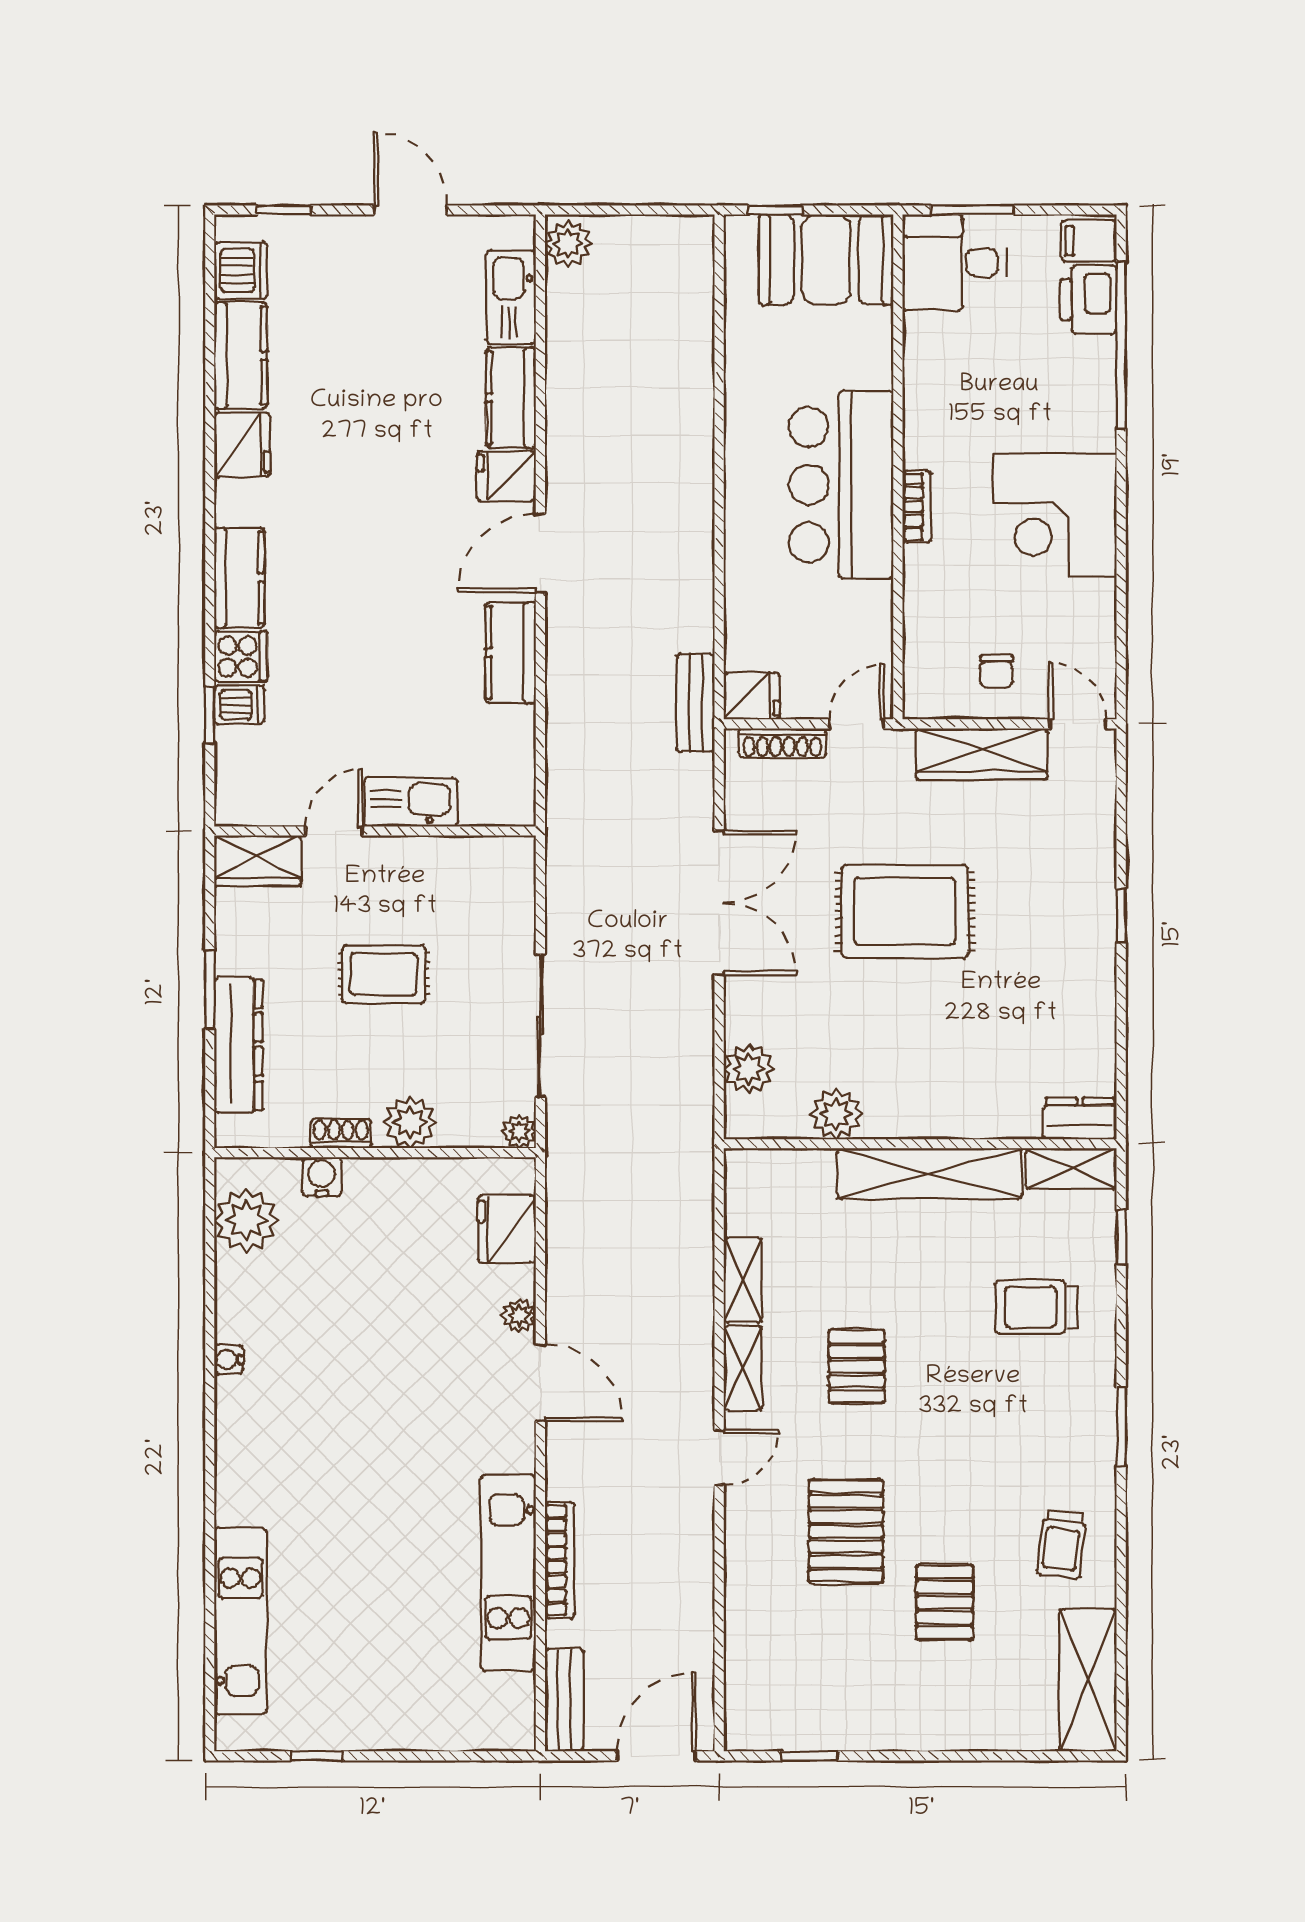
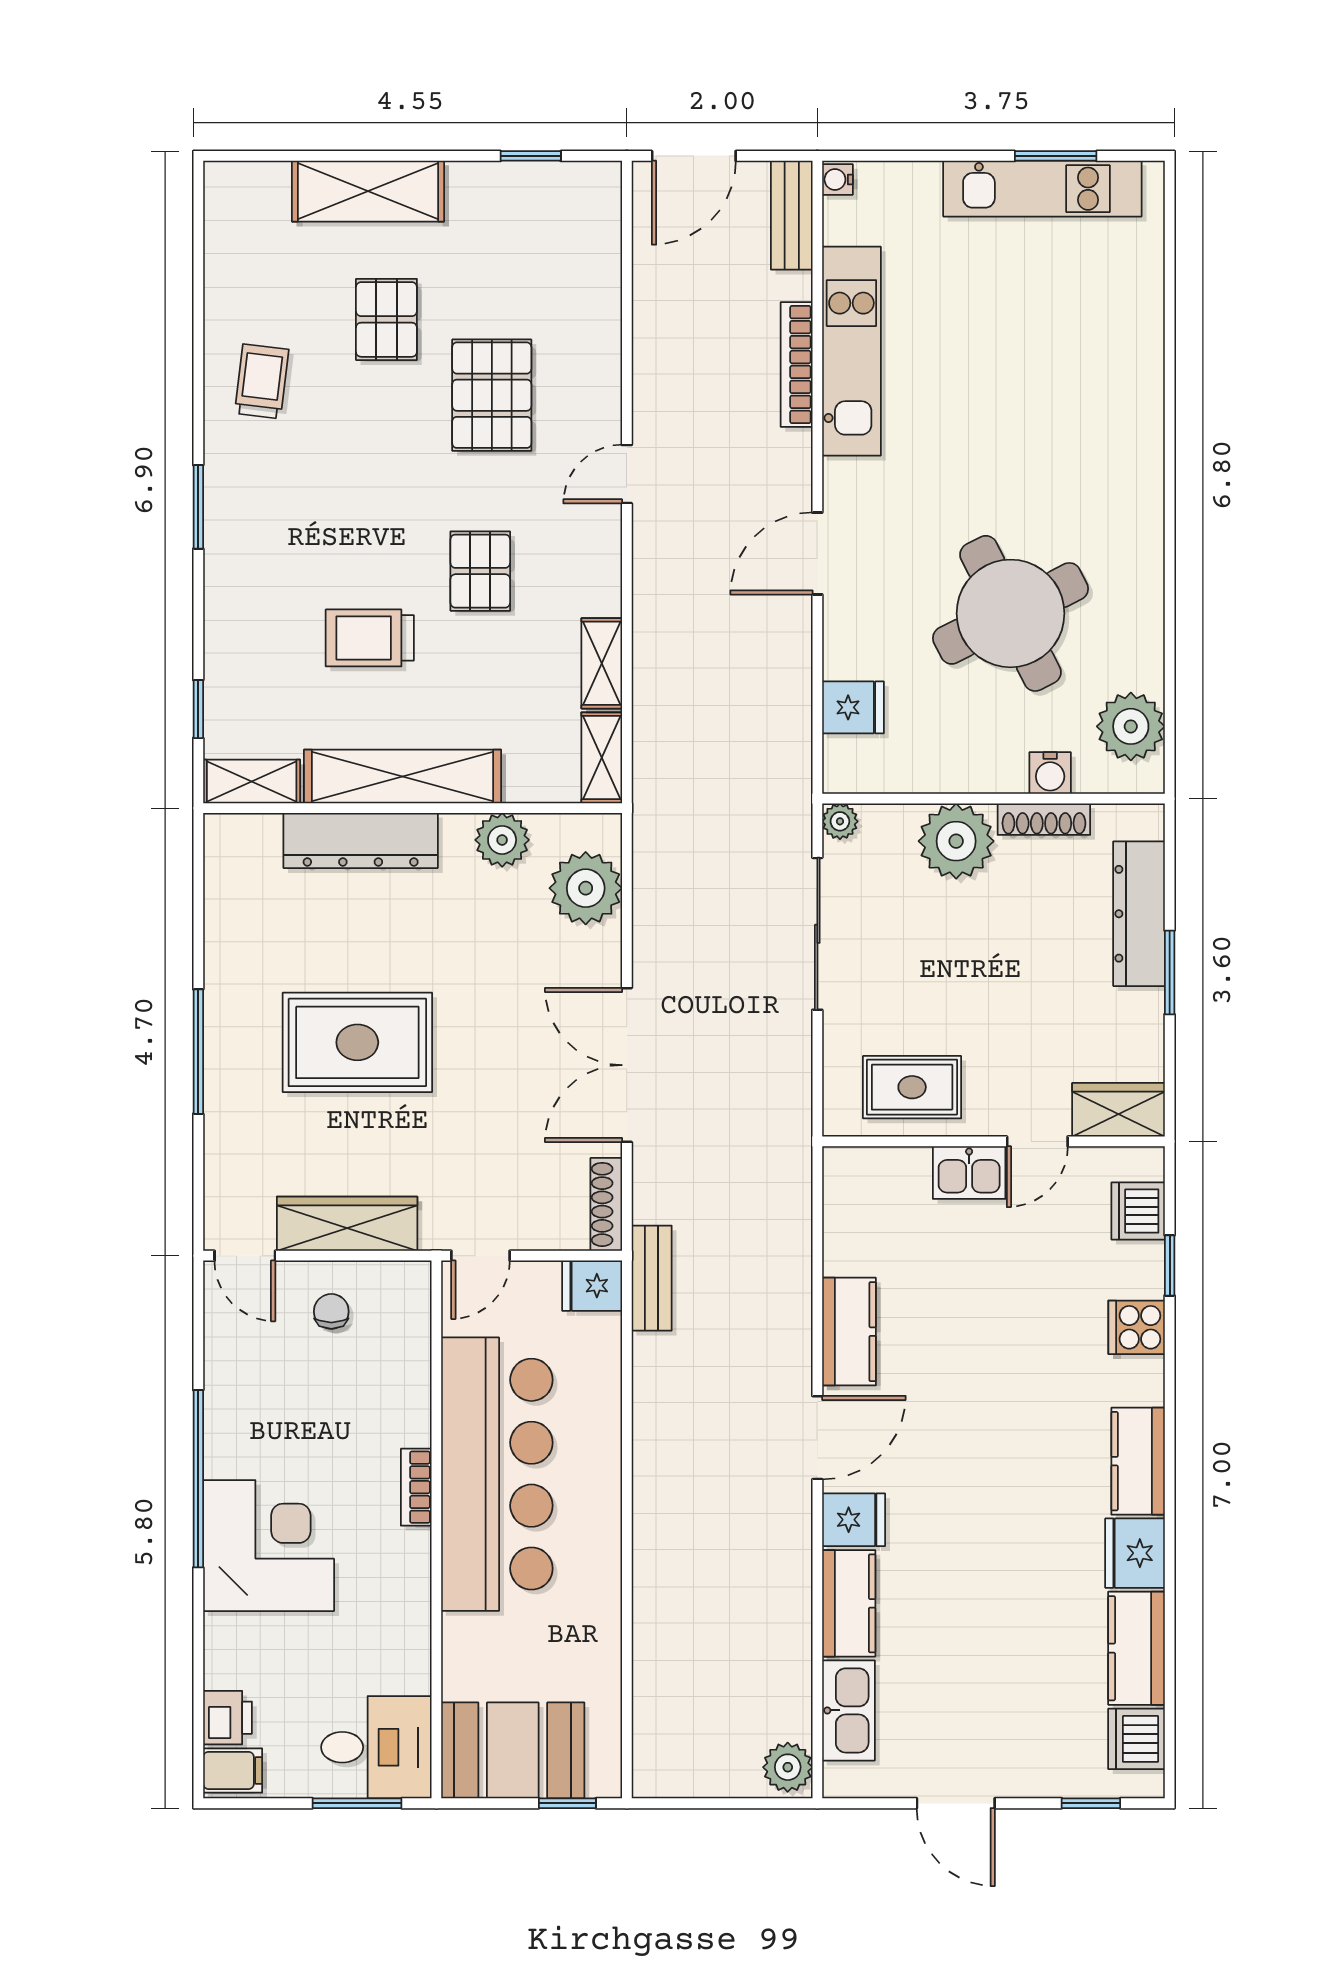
printer: (1088, 299) -> (228, 1718), width x0.73, depth x0.81
window: (1121, 345) -> (198, 1479), moved
bar counter: (841, 485) -> (497, 1474), width x1.36
corner desk: (1055, 515) -> (269, 1546), moved
kitchen counter: (239, 578) -> (1138, 1461), moved
dishwasher: (239, 705) -> (1138, 1211), moved, width x1.38
shoe rack: (782, 743) -> (606, 1204), moved, turned -90
kitchen sink: (411, 802) -> (969, 1173), width x0.73
rug: (905, 911) -> (357, 1042), moved
window: (1121, 915) -> (198, 1052), width x2.17
rug: (384, 974) -> (912, 1087), moved
plant: (749, 1069) -> (586, 888), width x1.36, depth x1.36
dresser: (1080, 1119) -> (361, 840), moved, width x1.96, depth x1.24
plant: (410, 1122) -> (956, 841), width x1.36, depth x1.36
shoe rack: (341, 1133) -> (1044, 819), width x1.43
fridge: (507, 1229) -> (853, 707), width x0.72
trolley: (1036, 1307) -> (370, 638), moved, turned 180
plant: (519, 1316) -> (840, 625), removed
round table: (359, 1327) -> (1010, 613), added
water cooler: (229, 1359) -> (837, 179), moved, turned 180
shelving: (743, 1368) -> (602, 758), moved
door: (540, 1383) -> (817, 554), hinge flipped
kitchen unit: (240, 1621) -> (1042, 189), moved, turned -90
shelving: (1088, 1680) -> (368, 191), moved, turned 90
window: (317, 1756) -> (1056, 156), width x1.50

